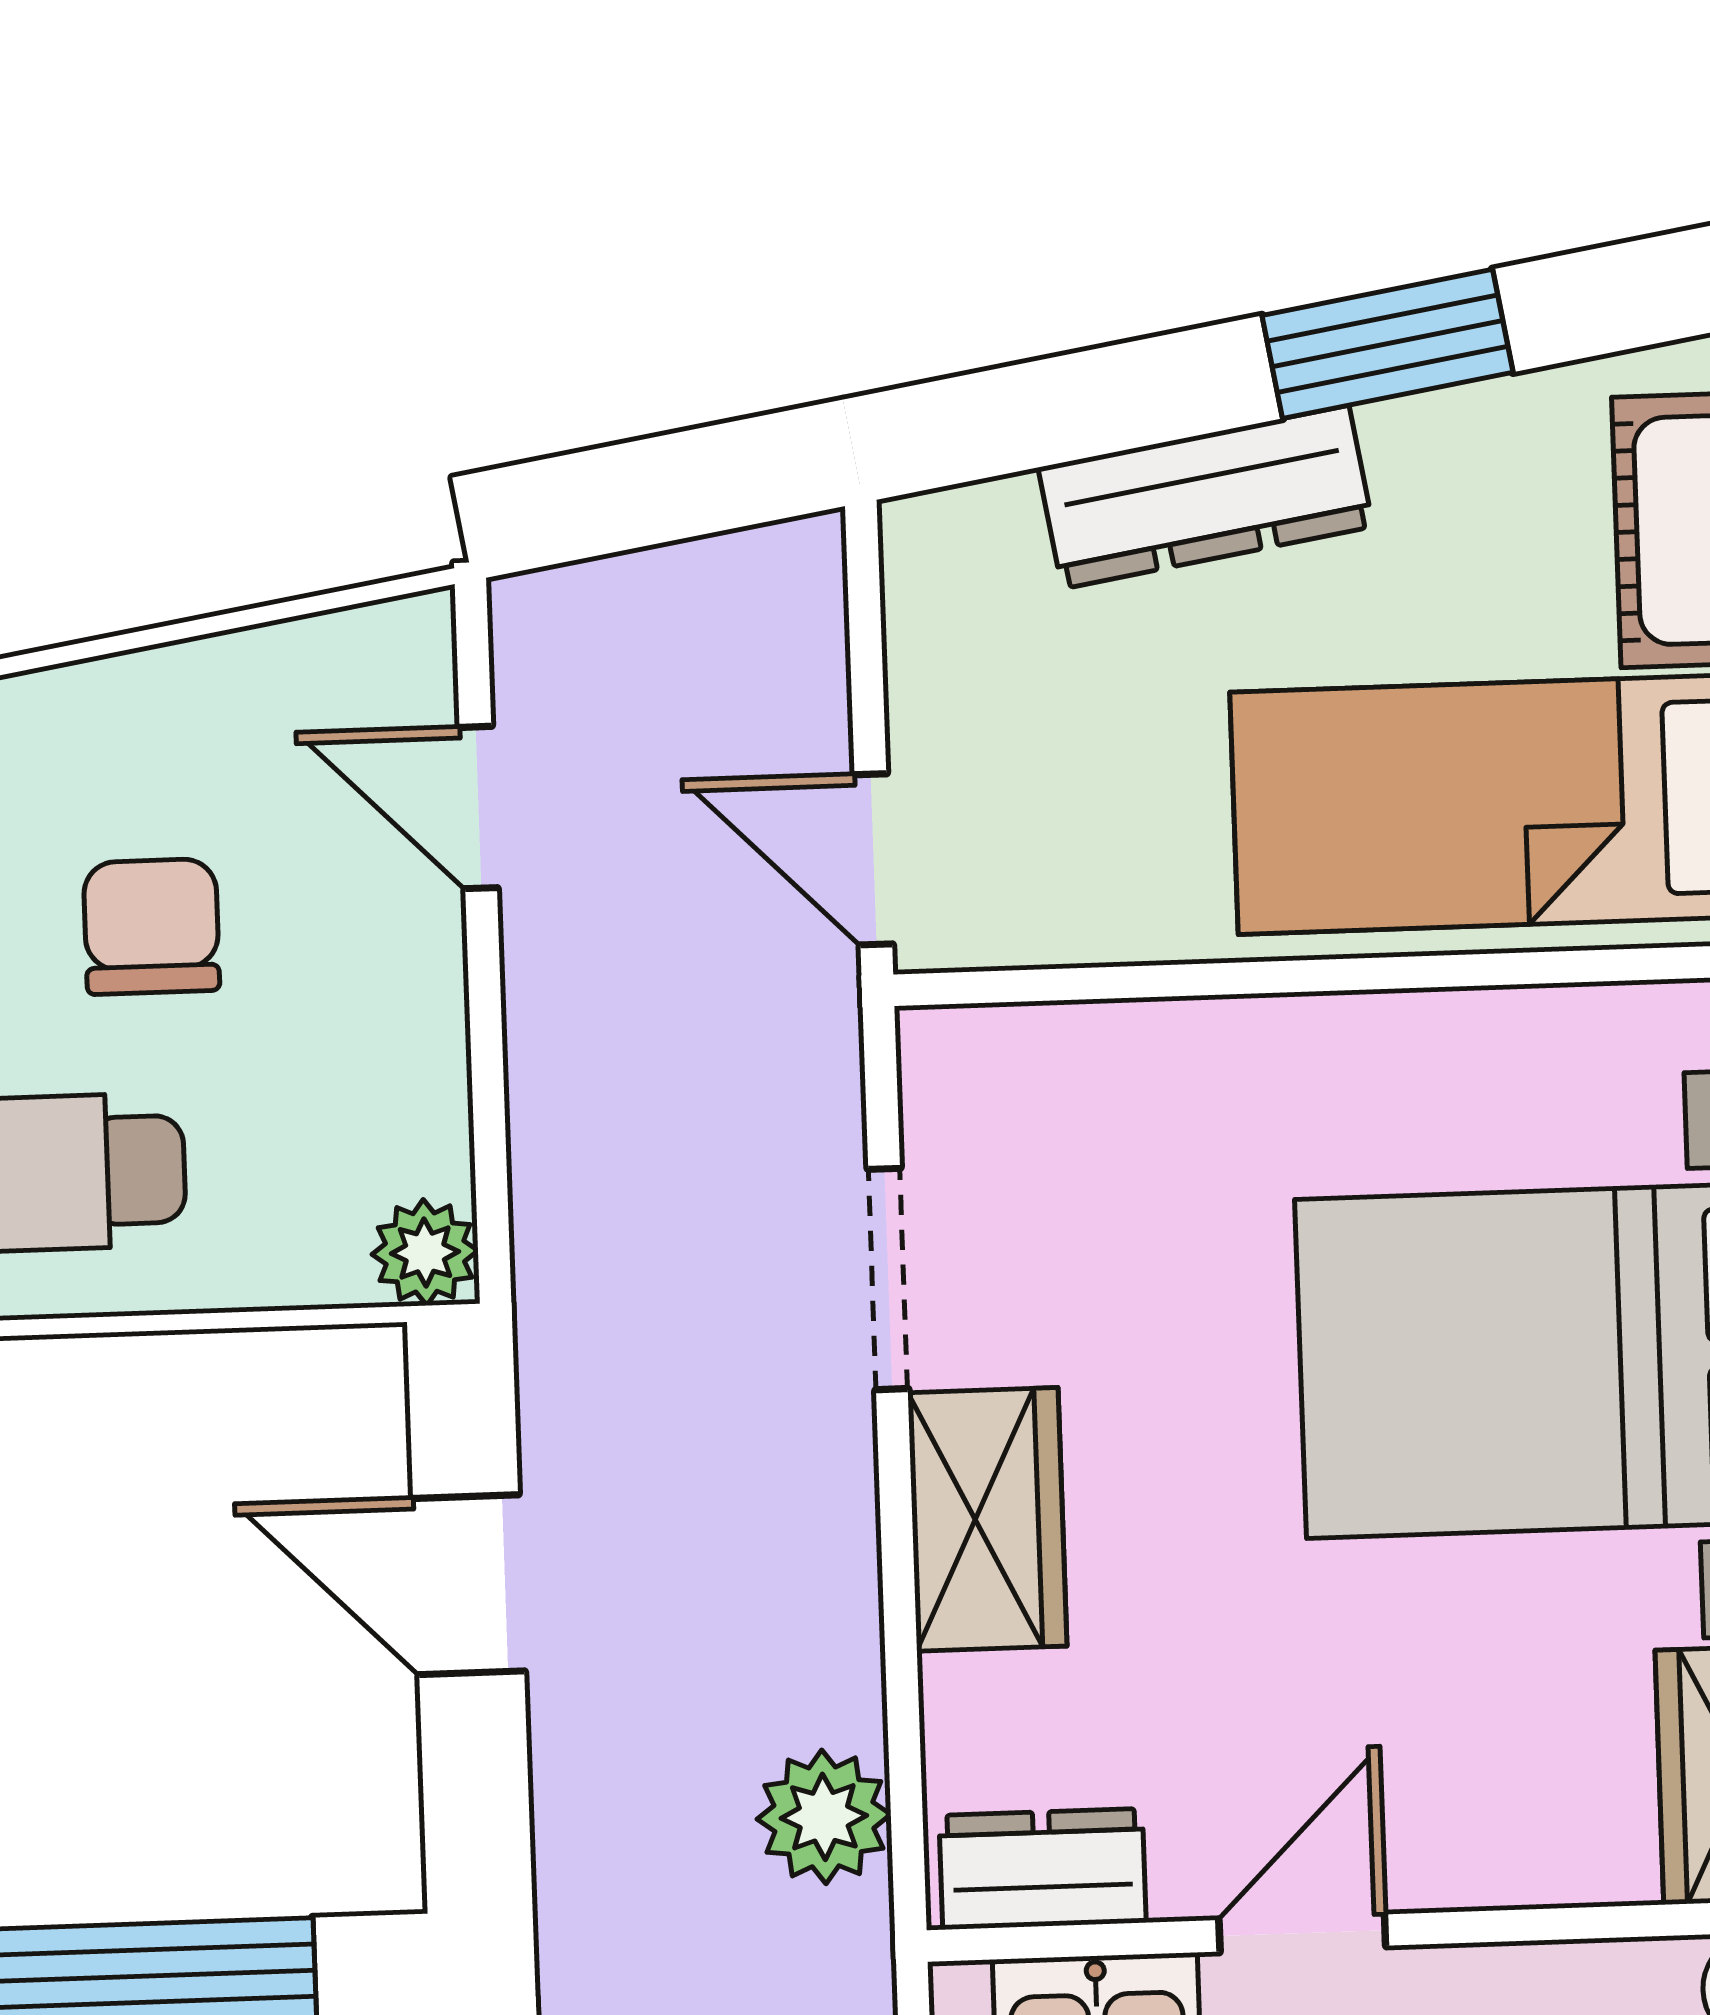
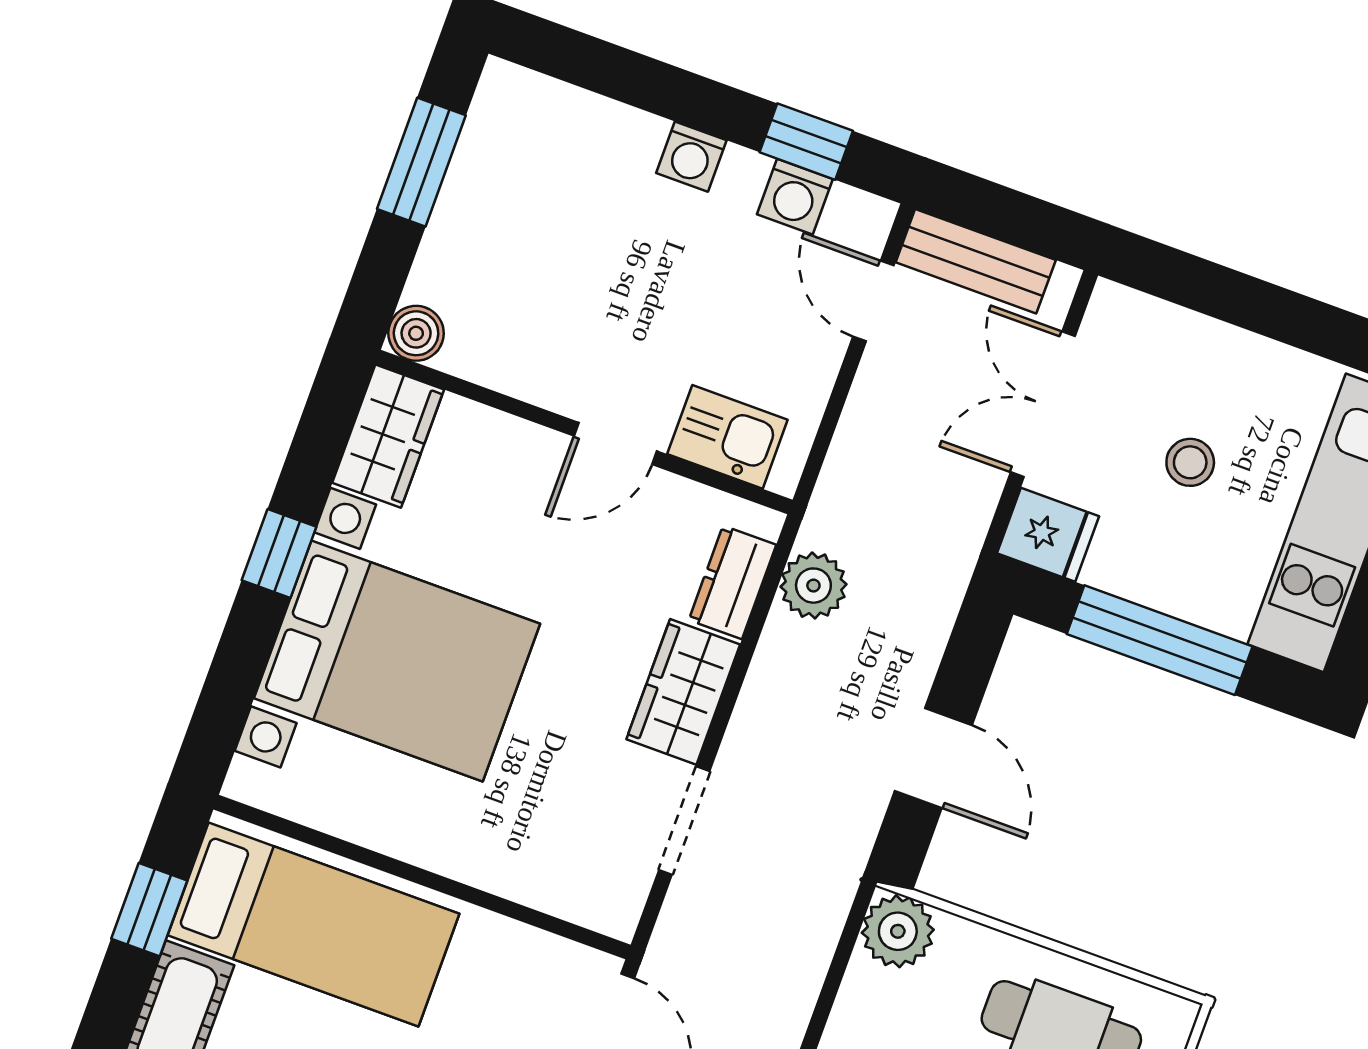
plant: (425, 1252) -> (898, 931), width x1.38, depth x1.38
dresser: (1043, 1869) -> (733, 582), moved, turned 90

